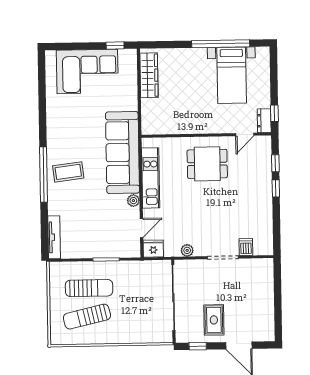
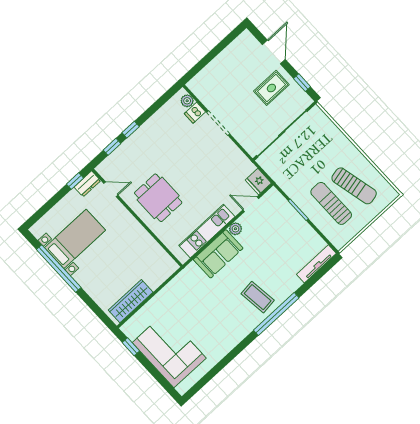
sofa: (122, 153) -> (218, 254), width x0.54, depth x0.79
plant: (187, 250) -> (187, 101), moved

